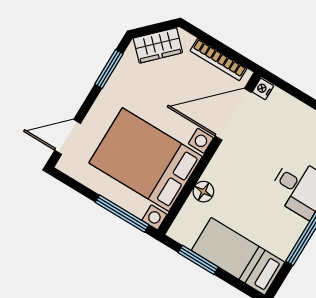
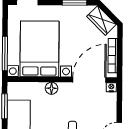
door: (233, 114) -> (89, 80), hinge flipped
floor lamp: (203, 192) -> (52, 88), moved

